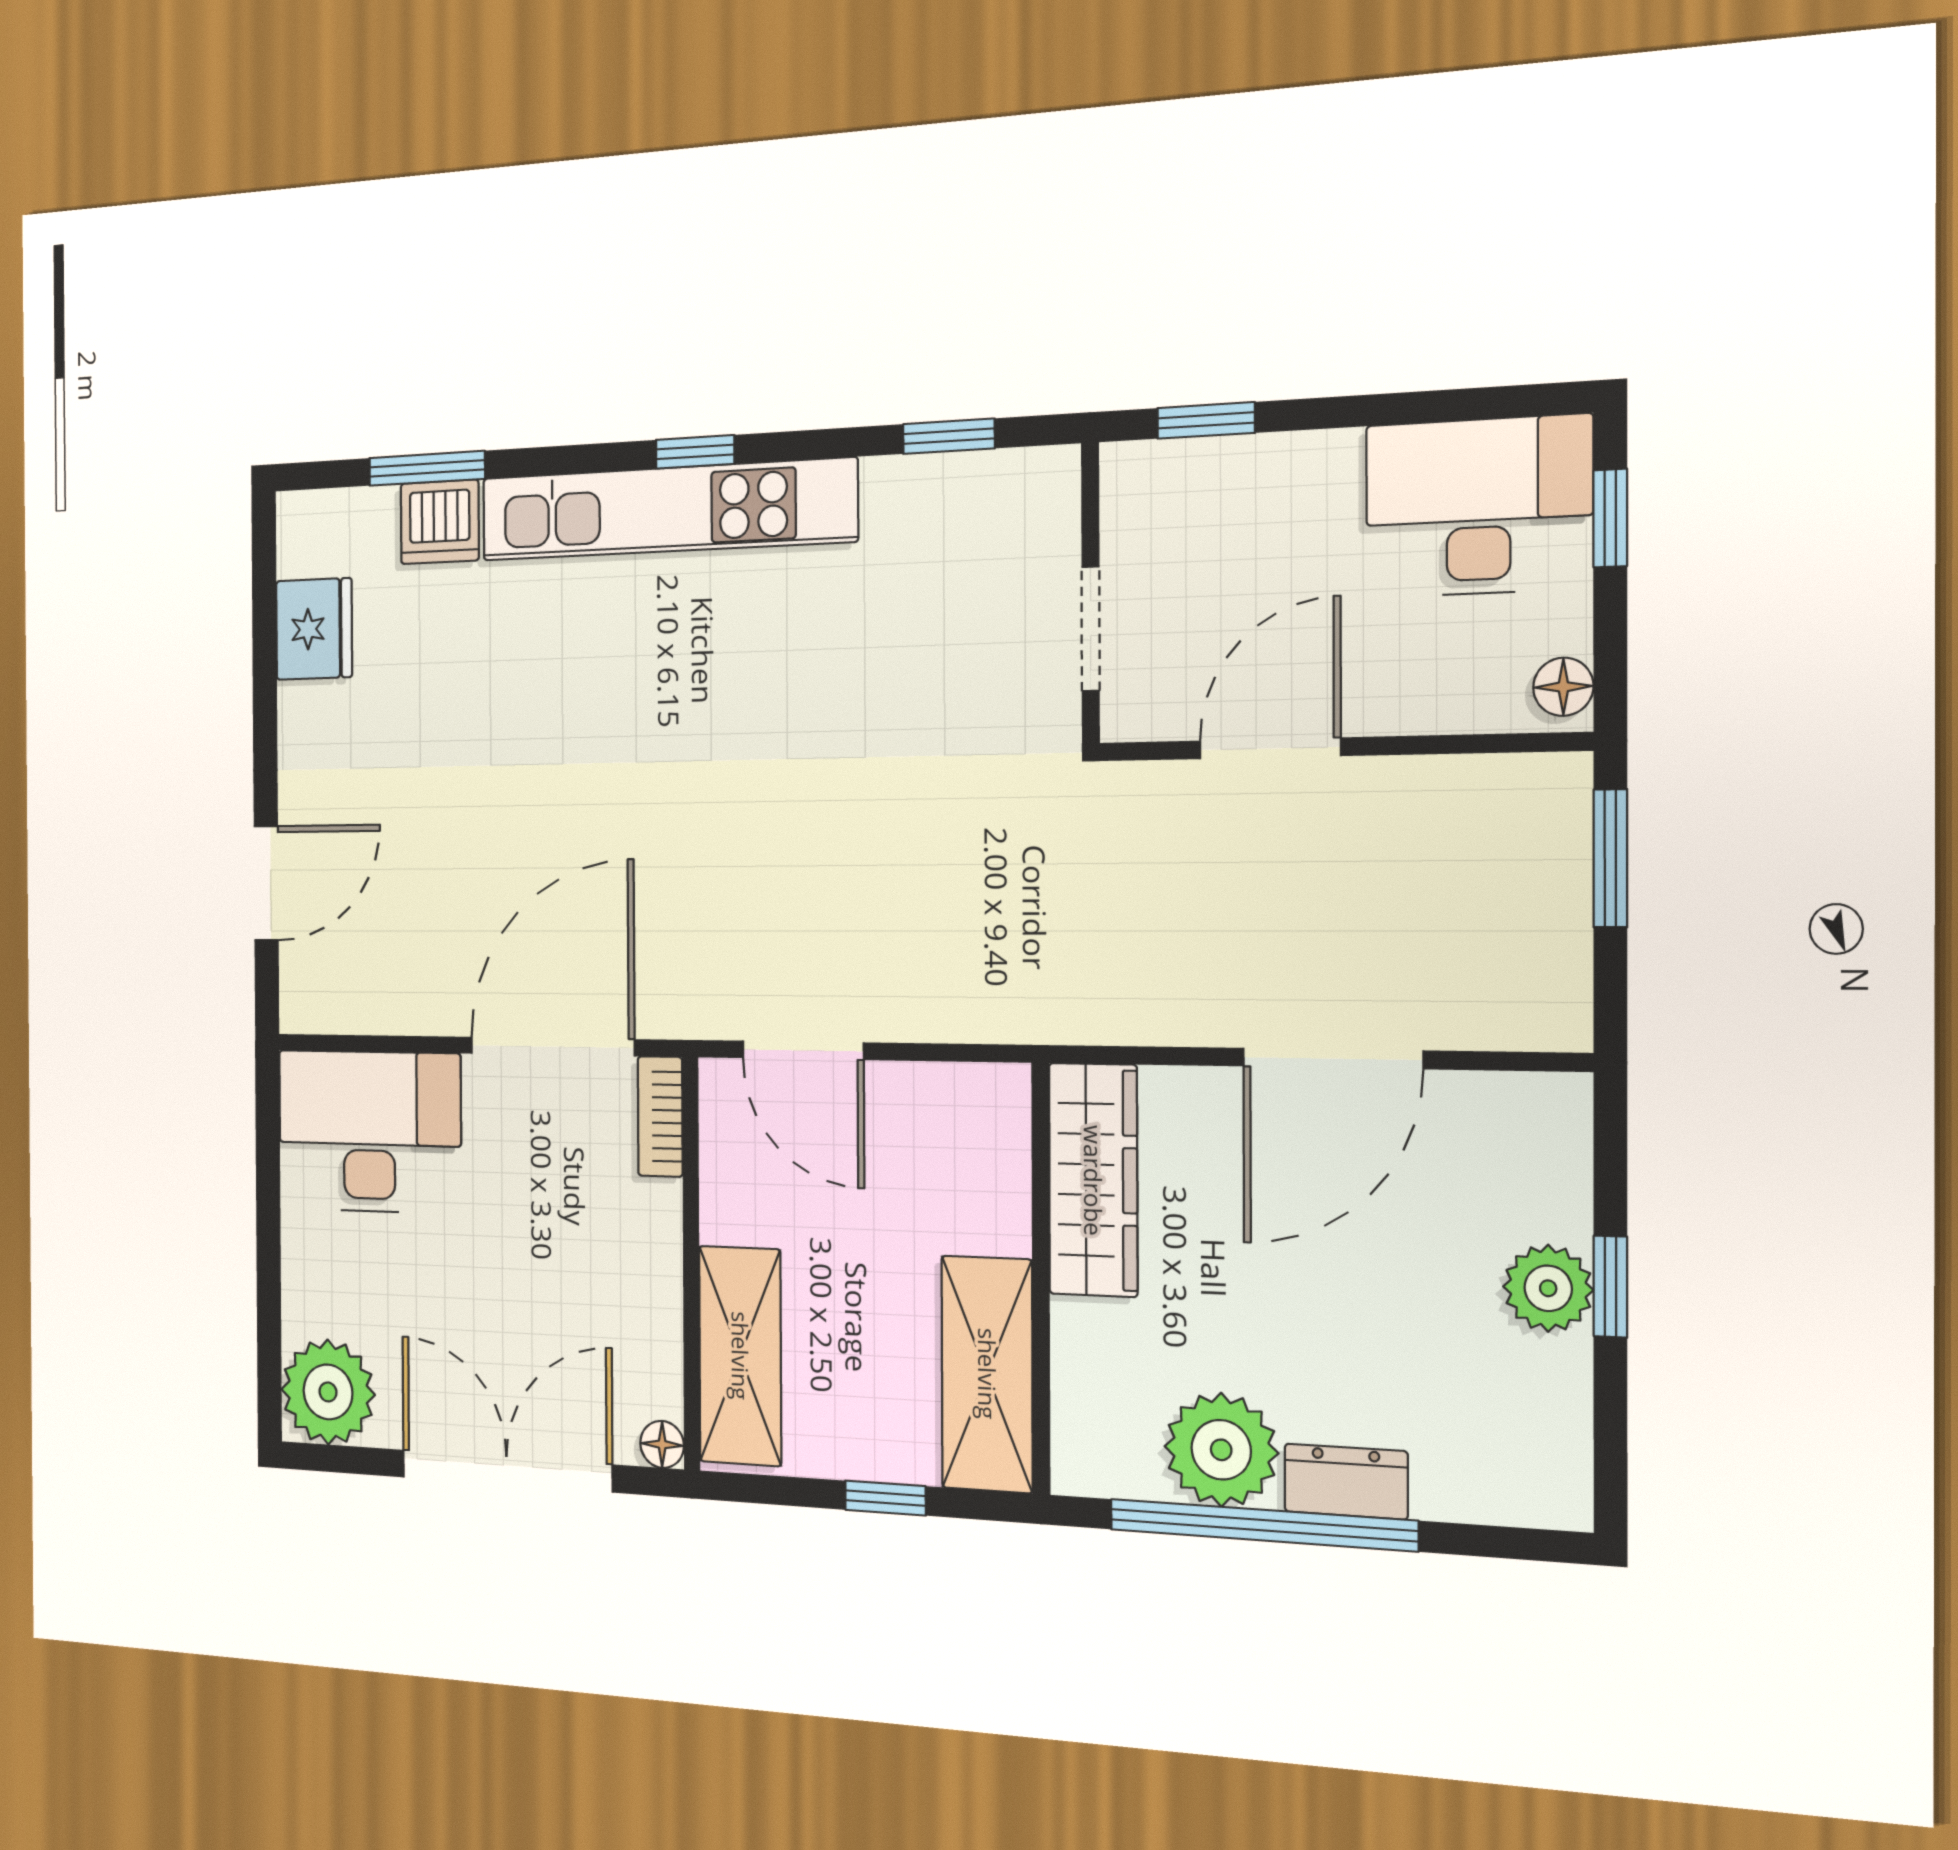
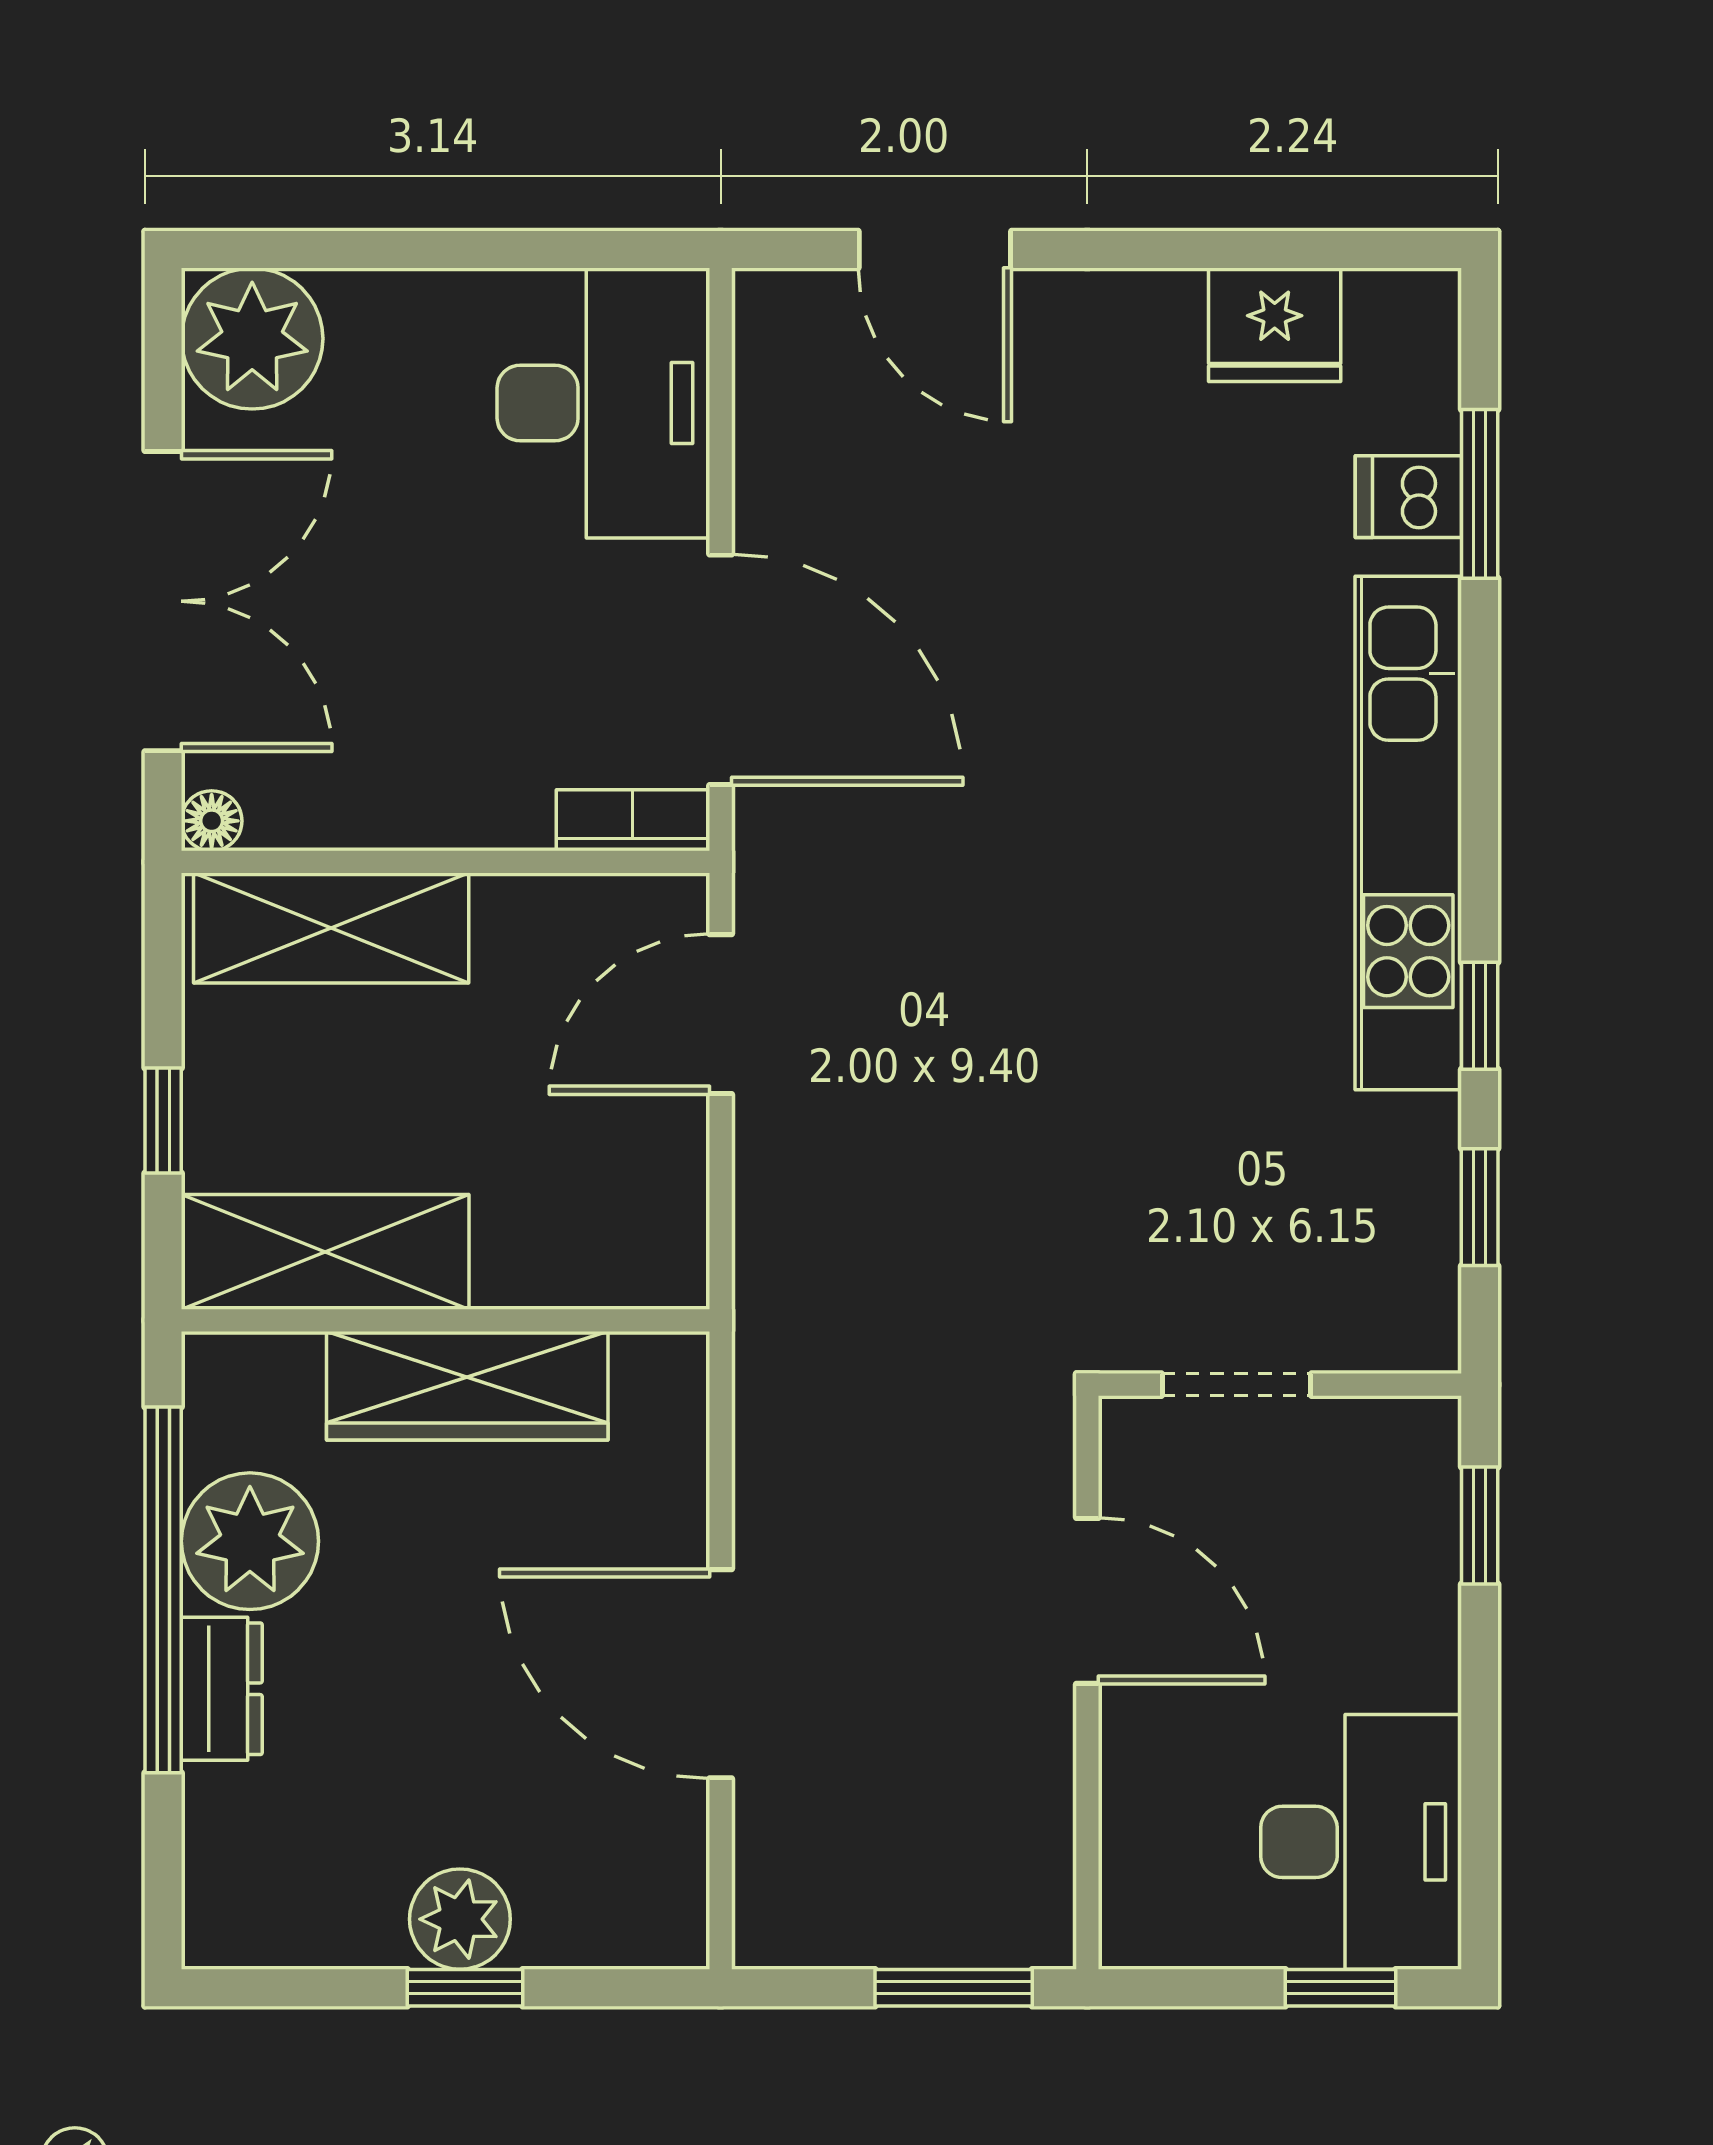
window: (695, 452) -> (1480, 1016), moved
dishwasher: (440, 522) -> (1408, 497), width x0.73
floor lamp: (1563, 687) -> (1150, 1936), removed
wardrobe: (1093, 1180) -> (467, 1386), moved

